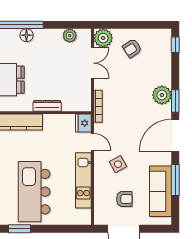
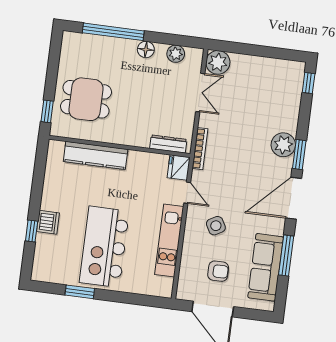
floor lamp: (26, 35) -> (146, 49), moved
armchair: (132, 48) -> (253, 80), removed
dresser: (47, 106) -> (168, 144), moved

